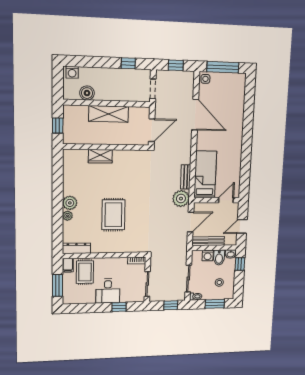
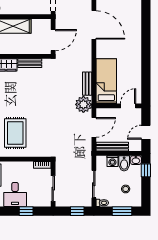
bench: (126, 155) -> (30, 63), added
rug: (113, 215) -> (15, 133), moved

